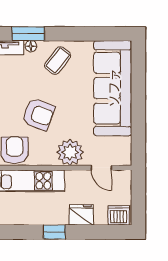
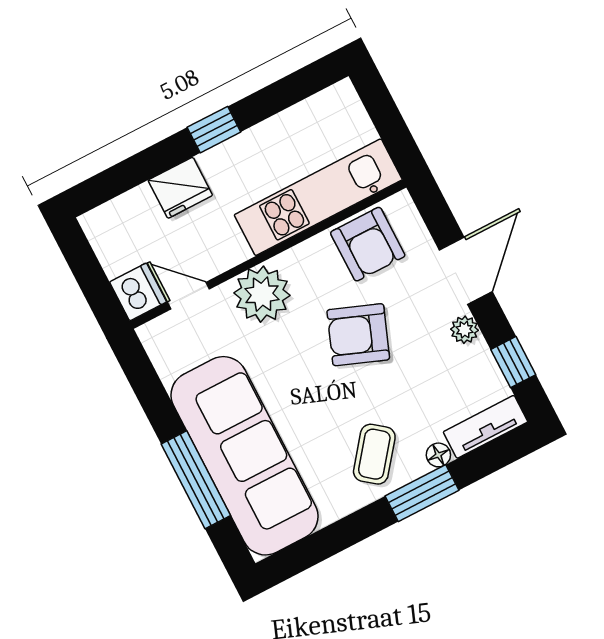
window: (28, 34) -> (422, 493), moved
window: (138, 89) -> (196, 480), added
dishwasher: (119, 215) -> (138, 292), moved, turned -90

